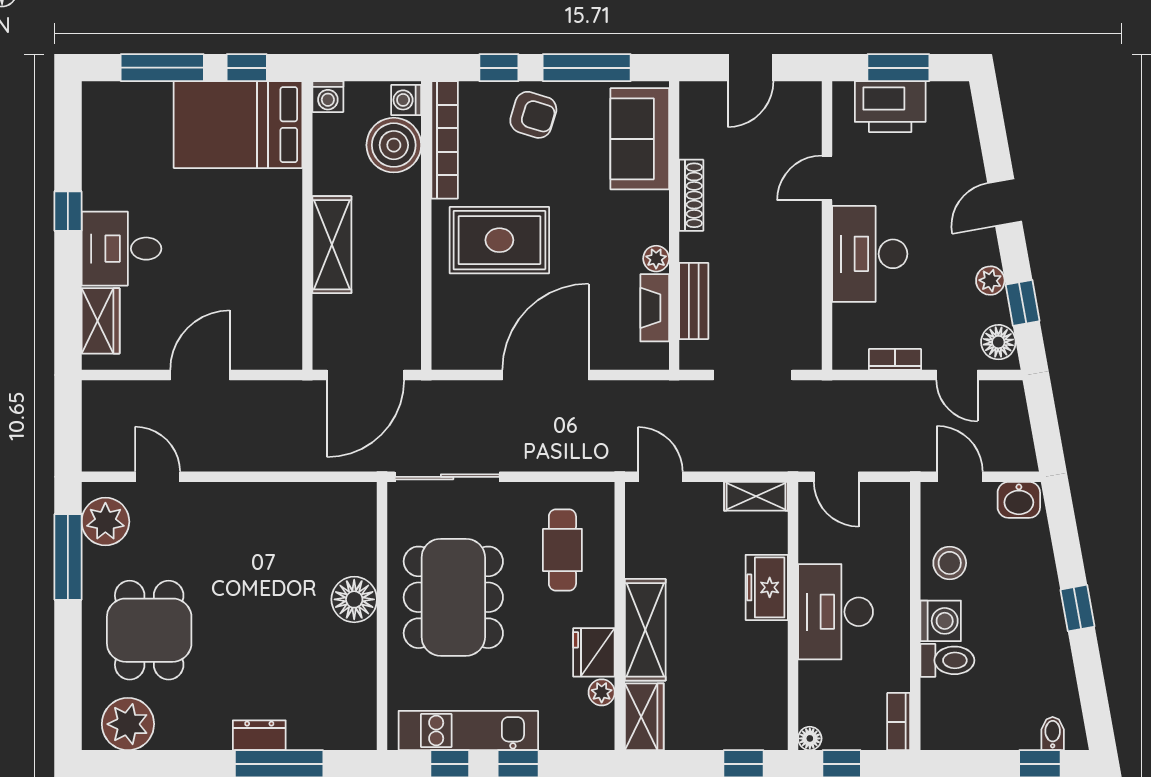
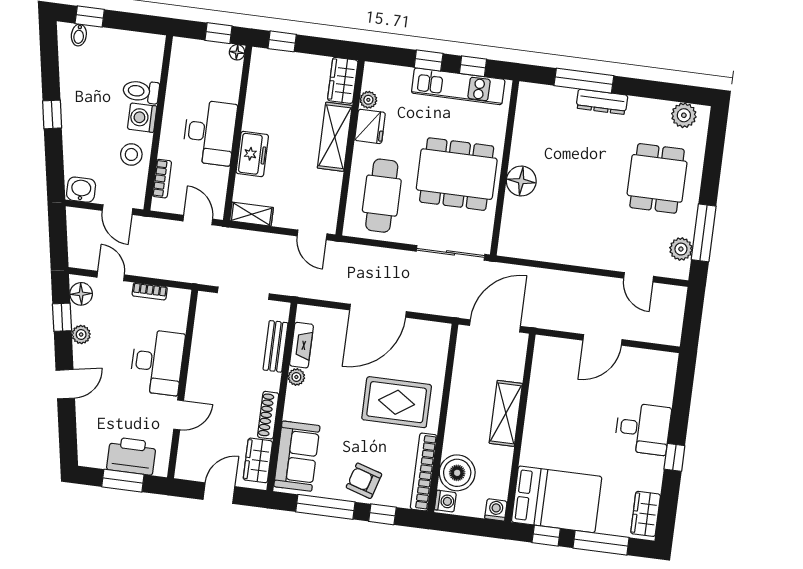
wardrobe: (698, 125) -> (258, 460), added
wardrobe: (101, 321) -> (646, 514), moved
plant: (105, 522) -> (681, 249), width x0.73, depth x0.73
cafe table: (562, 550) -> (382, 196), width x1.37, depth x1.35
dining table: (453, 597) -> (457, 174), turned 90
bookcase: (899, 722) -> (162, 179), moved
plant: (128, 724) -> (684, 115), width x0.73, depth x0.73
dresser: (259, 735) -> (602, 102), width x1.44

